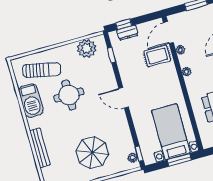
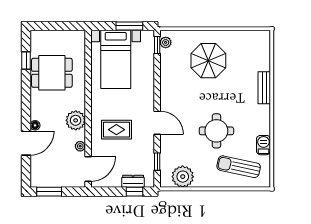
rug: (157, 56) -> (116, 130), moved
plant: (187, 72) -> (76, 120), width x1.87, depth x1.87
door: (124, 98) -> (157, 123), moved
barbecue: (31, 101) -> (263, 145), width x0.53, depth x0.65
bench: (40, 148) -> (264, 88), width x0.73
window: (179, 160) -> (129, 26), moved

